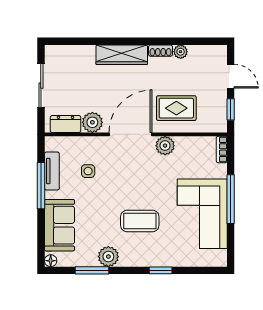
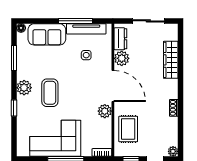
plant: (181, 52) -> (173, 151), moved
wardrobe: (122, 55) -> (171, 60), moved
rug: (176, 108) -> (128, 129), moved
tv unit: (52, 171) -> (86, 29), width x1.41
plant: (108, 257) -> (24, 88), moved

